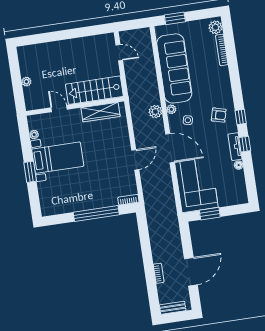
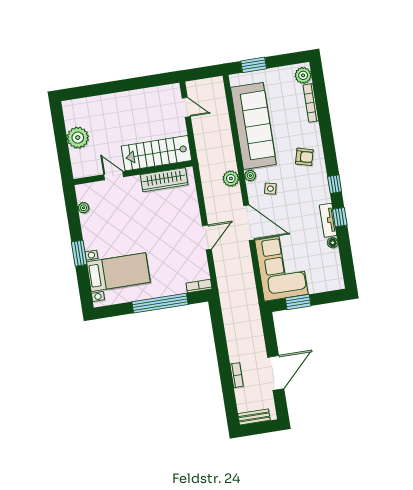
plant: (26, 82) -> (78, 138), width x1.88, depth x1.88
armchair: (219, 115) -> (304, 157), moved
bed with nightstands: (58, 158) -> (118, 272), moved

